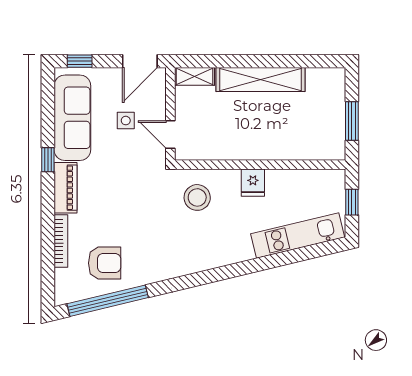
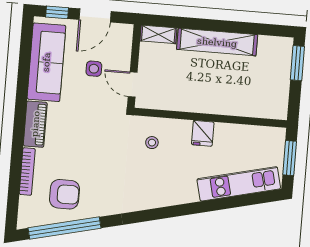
door: (140, 61) -> (95, 15), moved
window: (352, 121) -> (297, 63), moved
window: (48, 160) -> (21, 98), removed
stool: (197, 197) -> (152, 143), width x0.53, depth x0.53
window: (352, 202) -> (290, 158), width x1.50

